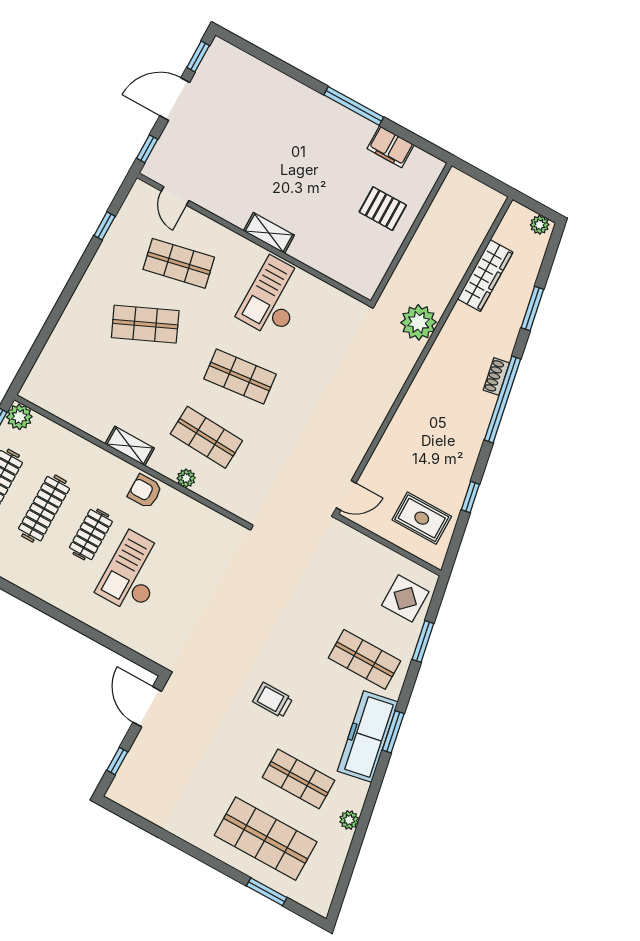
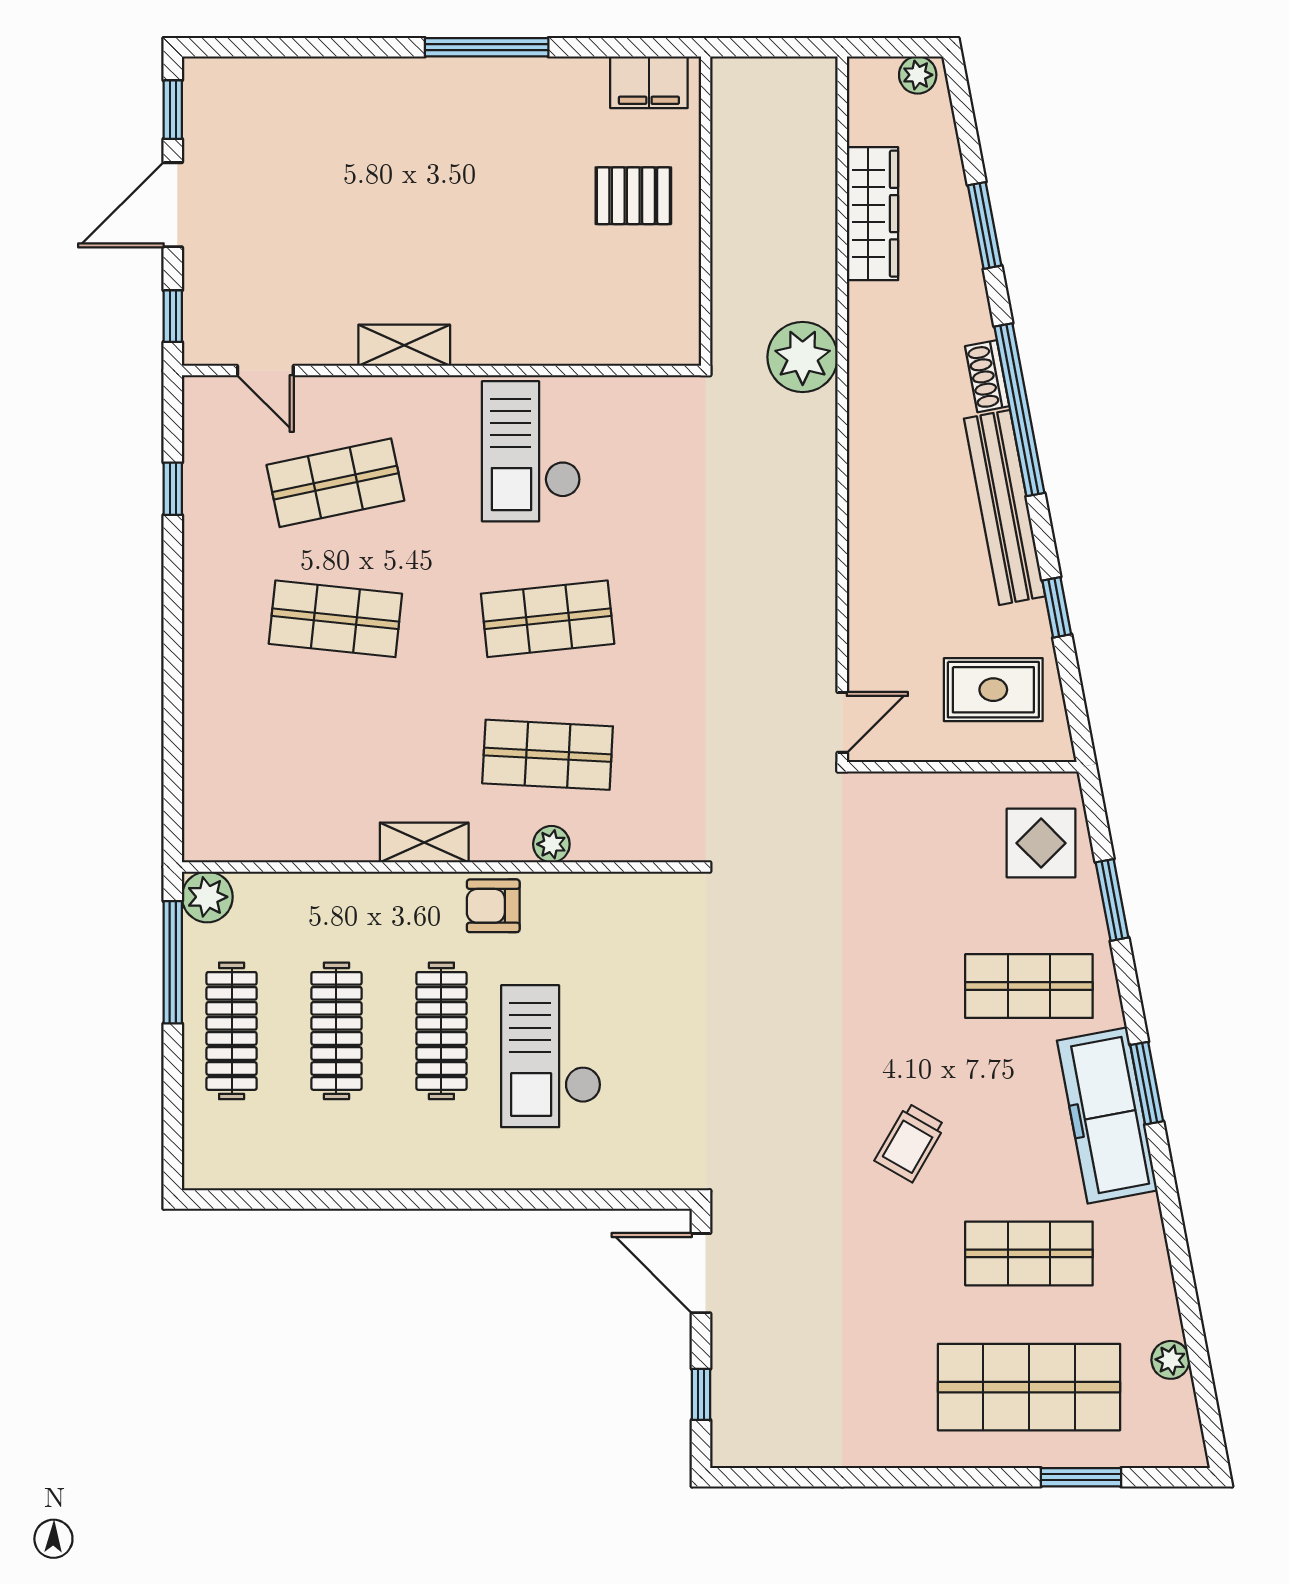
filing cabinet: (391, 147) -> (649, 82), moved
shelving: (269, 233) -> (404, 345), moved
shop shelf: (145, 324) -> (335, 619), turned 30
bench: (472, 439) -> (1005, 507), added
clothes rail: (91, 535) -> (441, 1031), width x1.36
trolley: (273, 700) -> (910, 1143), turned -60
plant: (349, 820) -> (1170, 1360), moved

